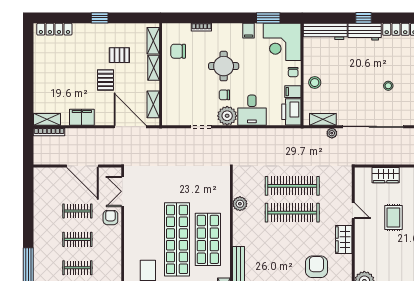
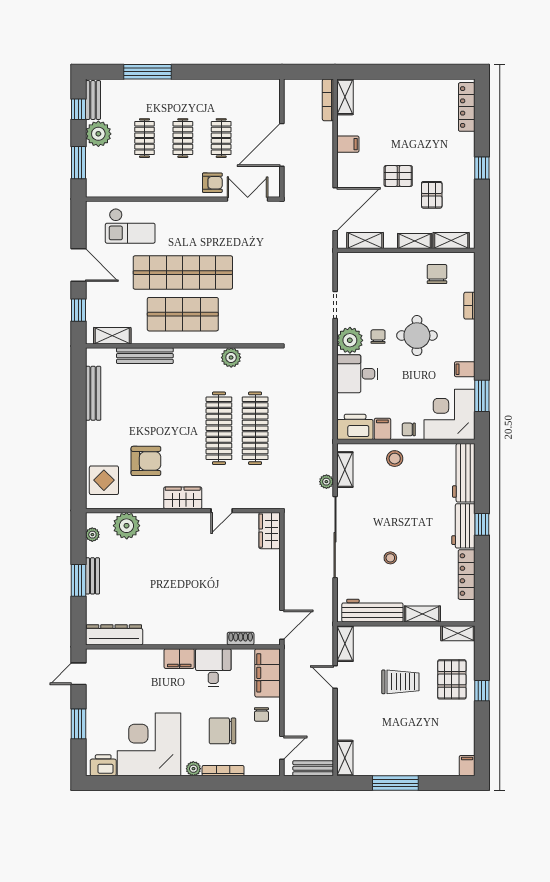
filing cabinet: (82, 117) -> (348, 144), width x0.50
wardrobe: (386, 175) -> (270, 531), moved
rug: (393, 217) -> (212, 565), removed

